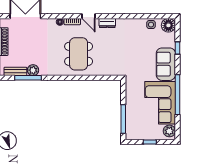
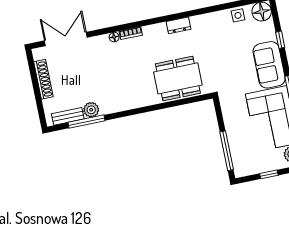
door: (88, 16) -> (151, 22), removed
dining table: (79, 54) -> (178, 78), moved, turned 90

